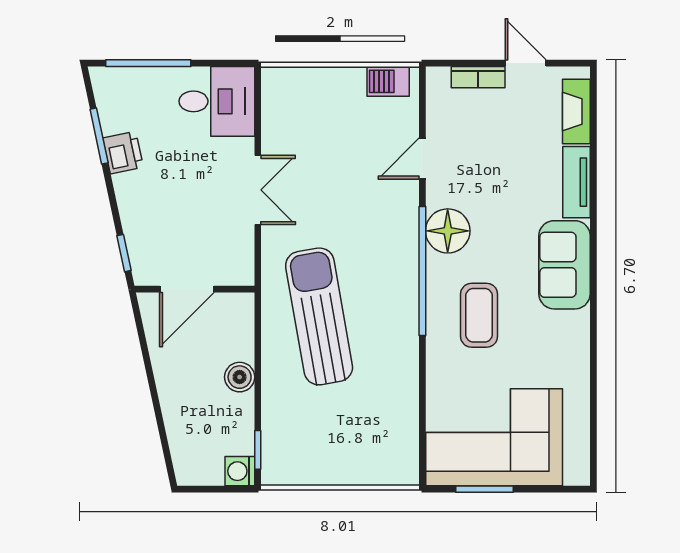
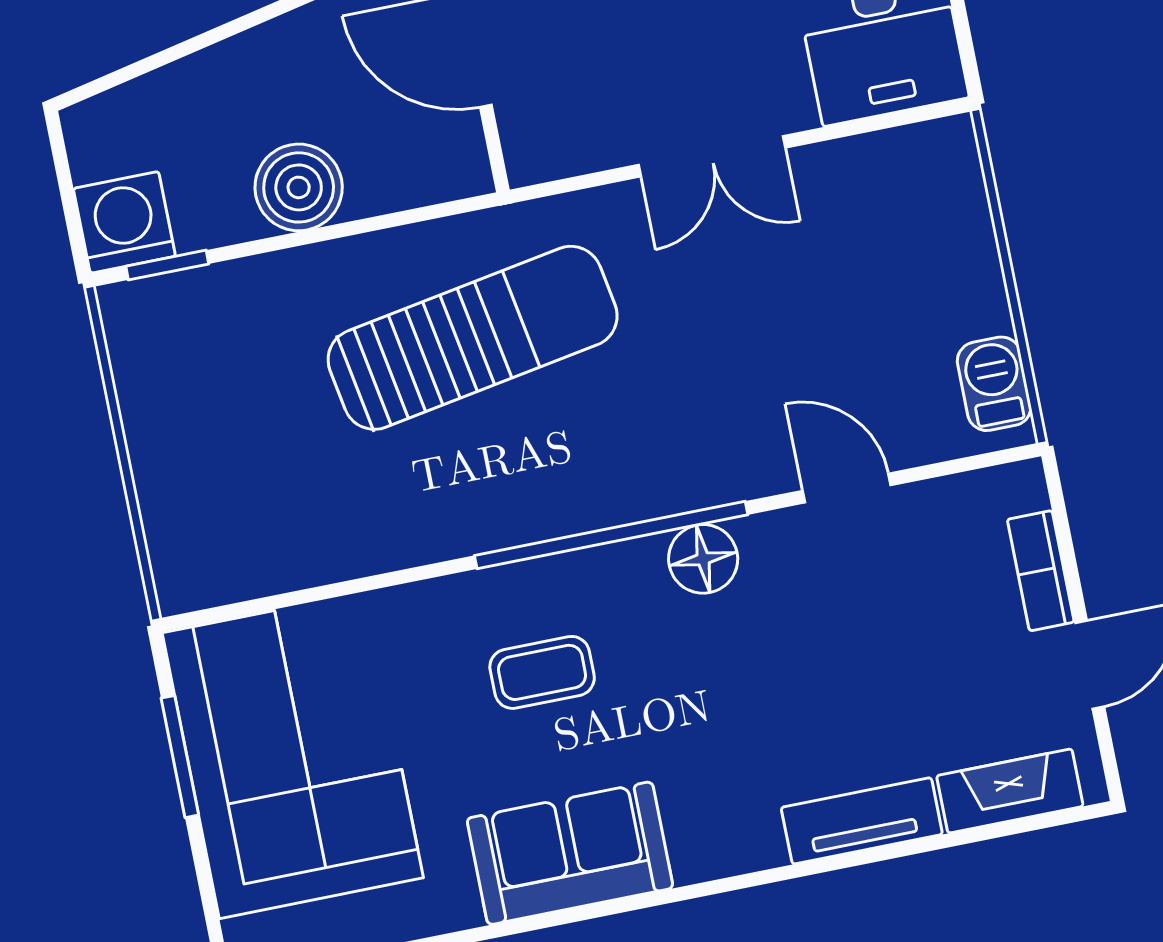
floor lamp: (448, 231) -> (703, 559), width x0.73, depth x0.73
sofa: (565, 265) -> (570, 853), moved
coffee table: (479, 315) -> (542, 672), width x0.73, depth x0.77
boiler: (240, 377) -> (299, 187), width x1.36, depth x1.36
washing machine: (240, 471) -> (124, 222), width x1.38, depth x1.38

